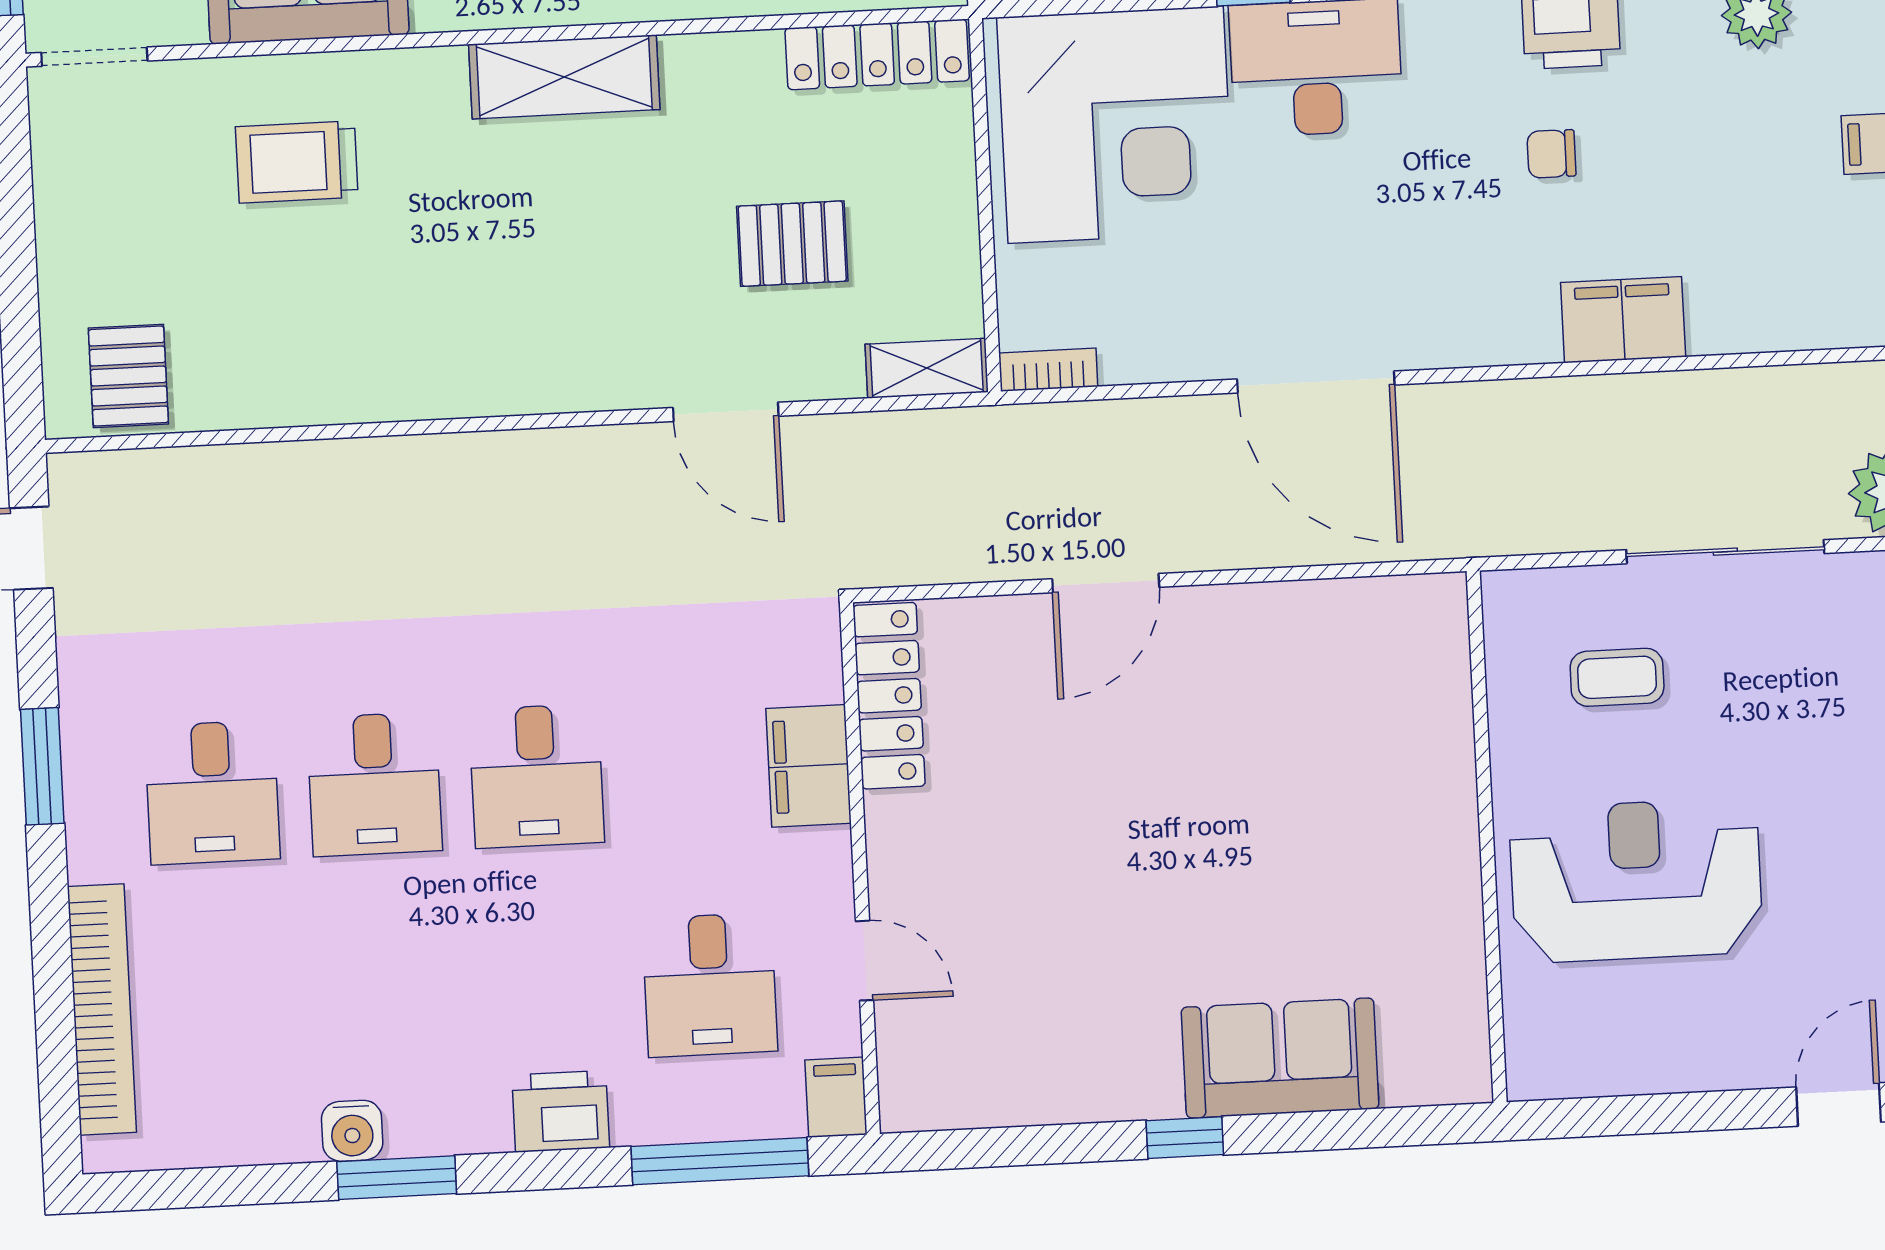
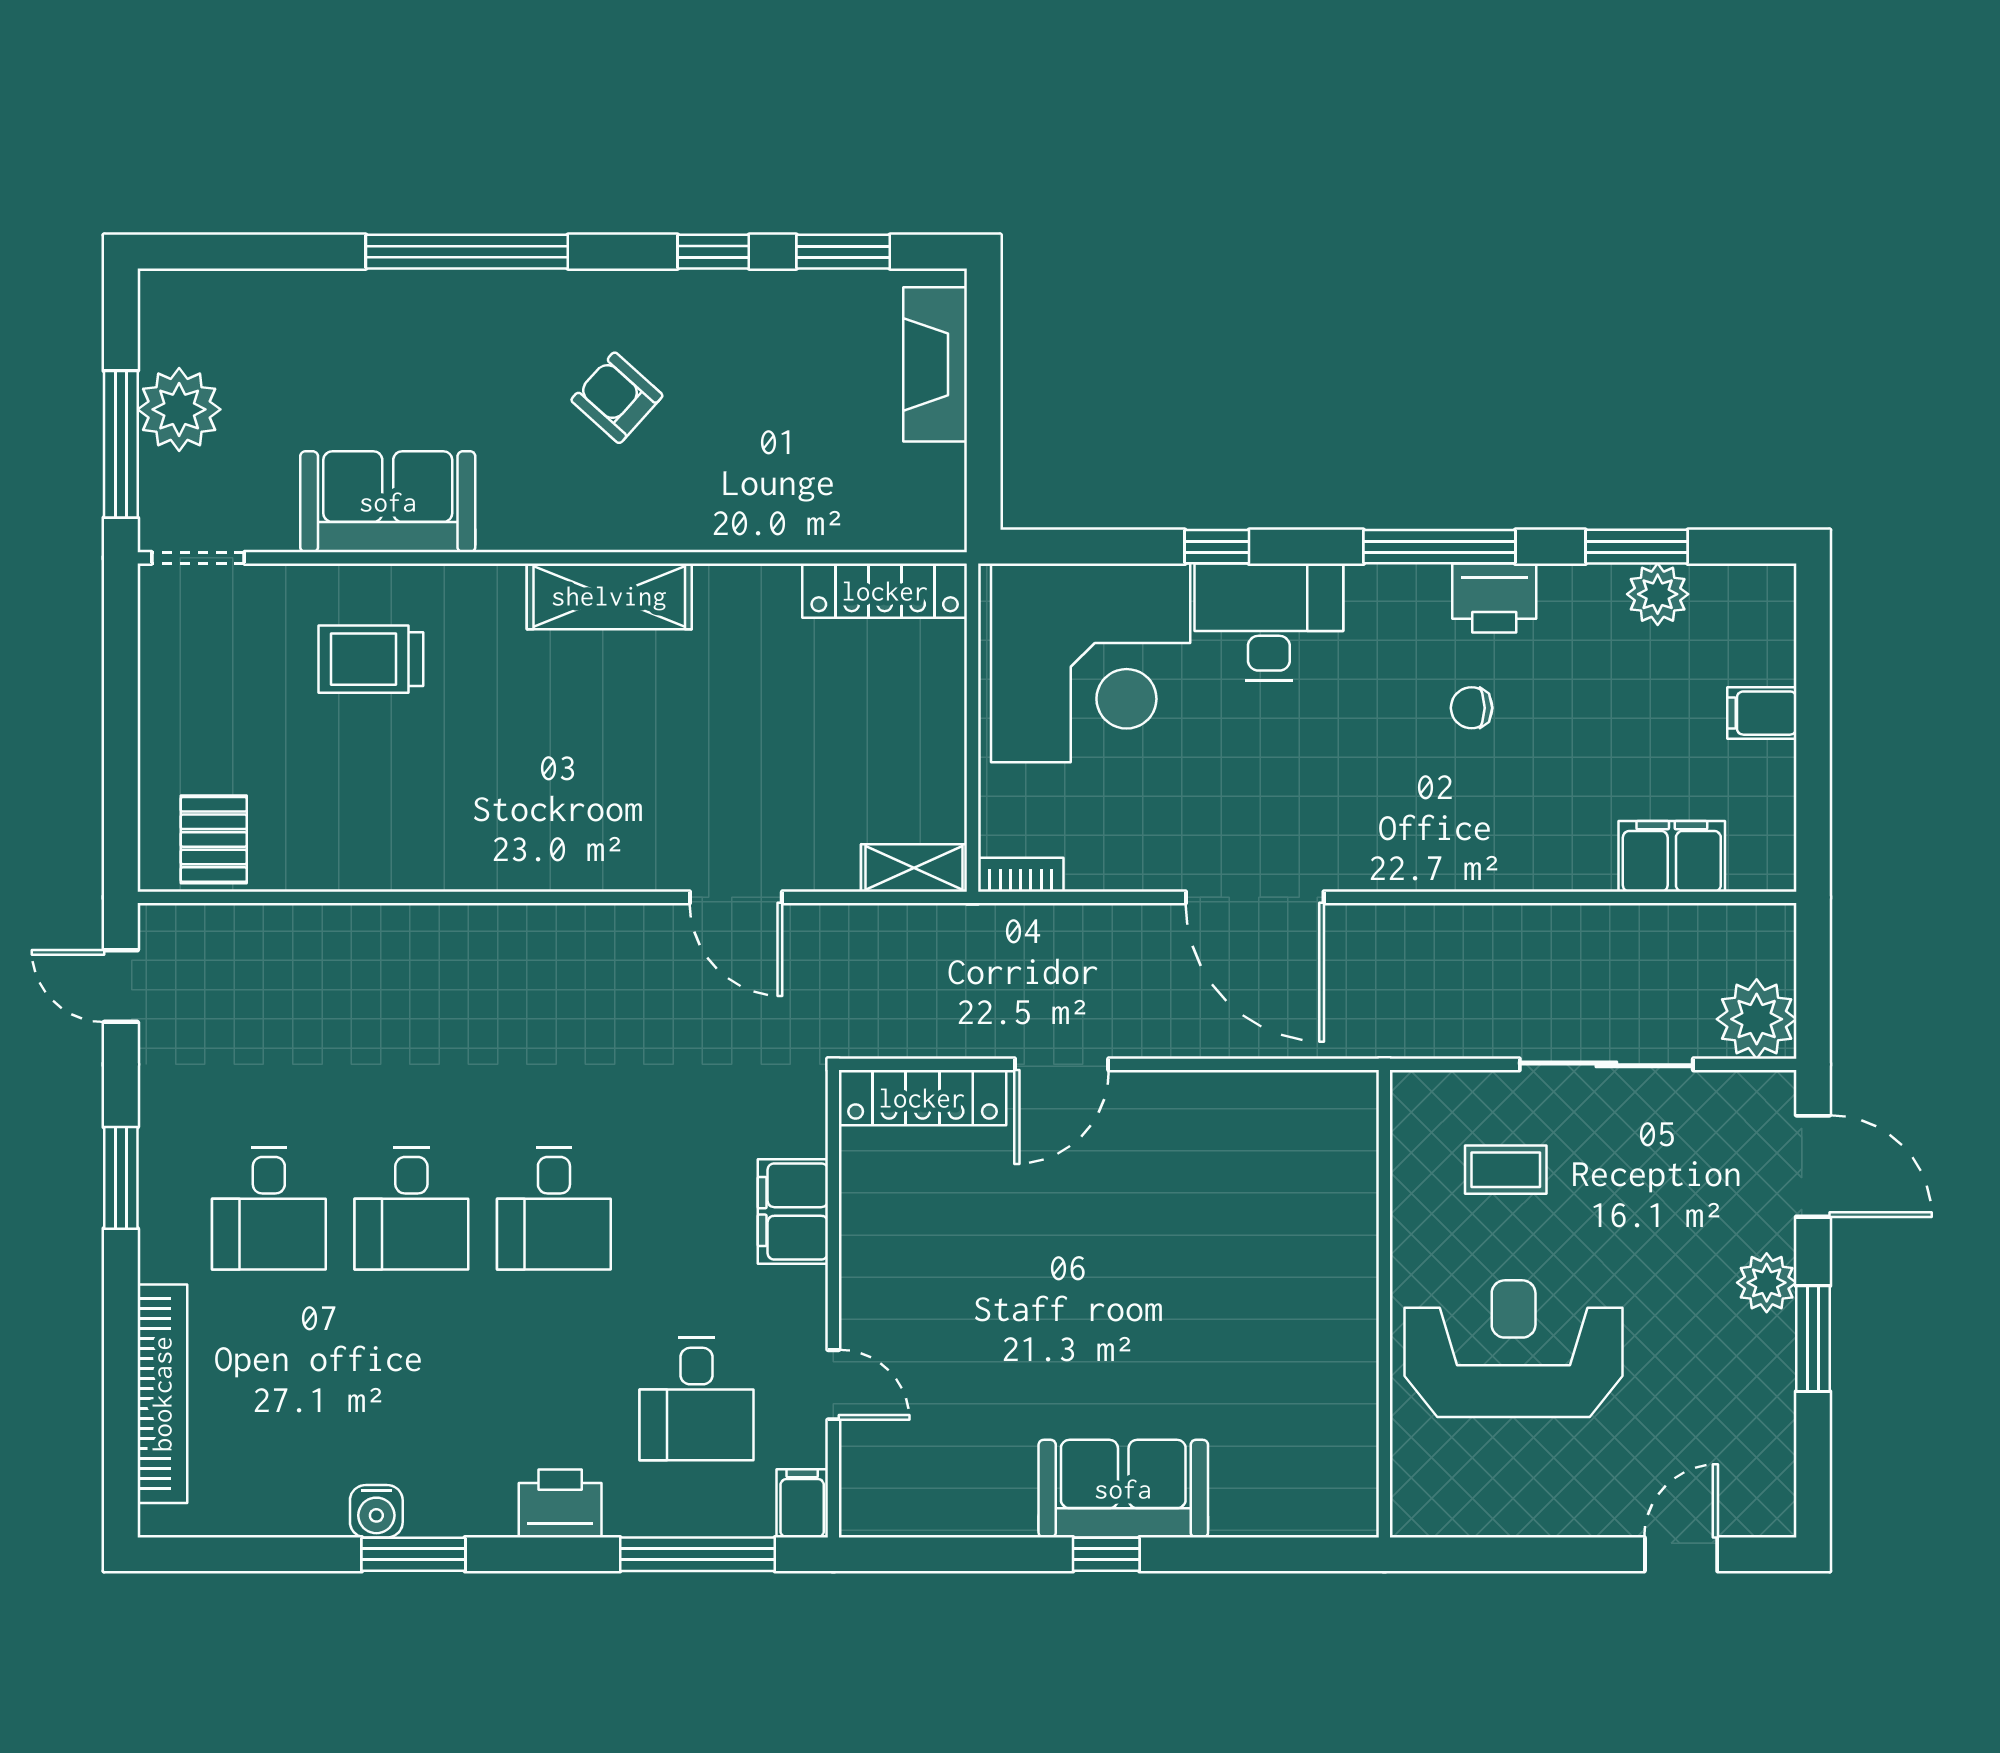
pallet: (792, 244) -> (802, 753), removed
filing cabinet: (1623, 320) -> (1672, 856), moved
locker: (889, 696) -> (922, 1098), moved, turned 90
sofa: (1280, 1058) -> (1123, 1489), moved

